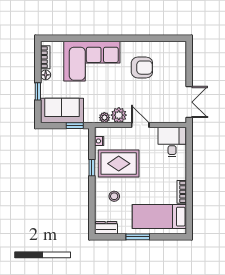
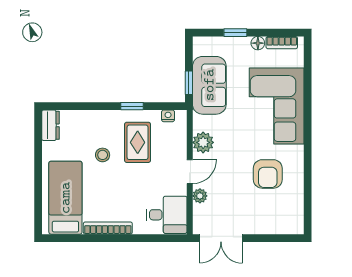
sofa: (62, 111) -> (209, 85), moved
plant: (104, 118) -> (200, 196), moved
rug: (119, 164) -> (138, 142), width x0.73, depth x0.70
bookcase: (182, 192) -> (108, 228), width x1.56
stool: (114, 196) -> (103, 155), moved
window: (138, 237) -> (38, 168), removed

